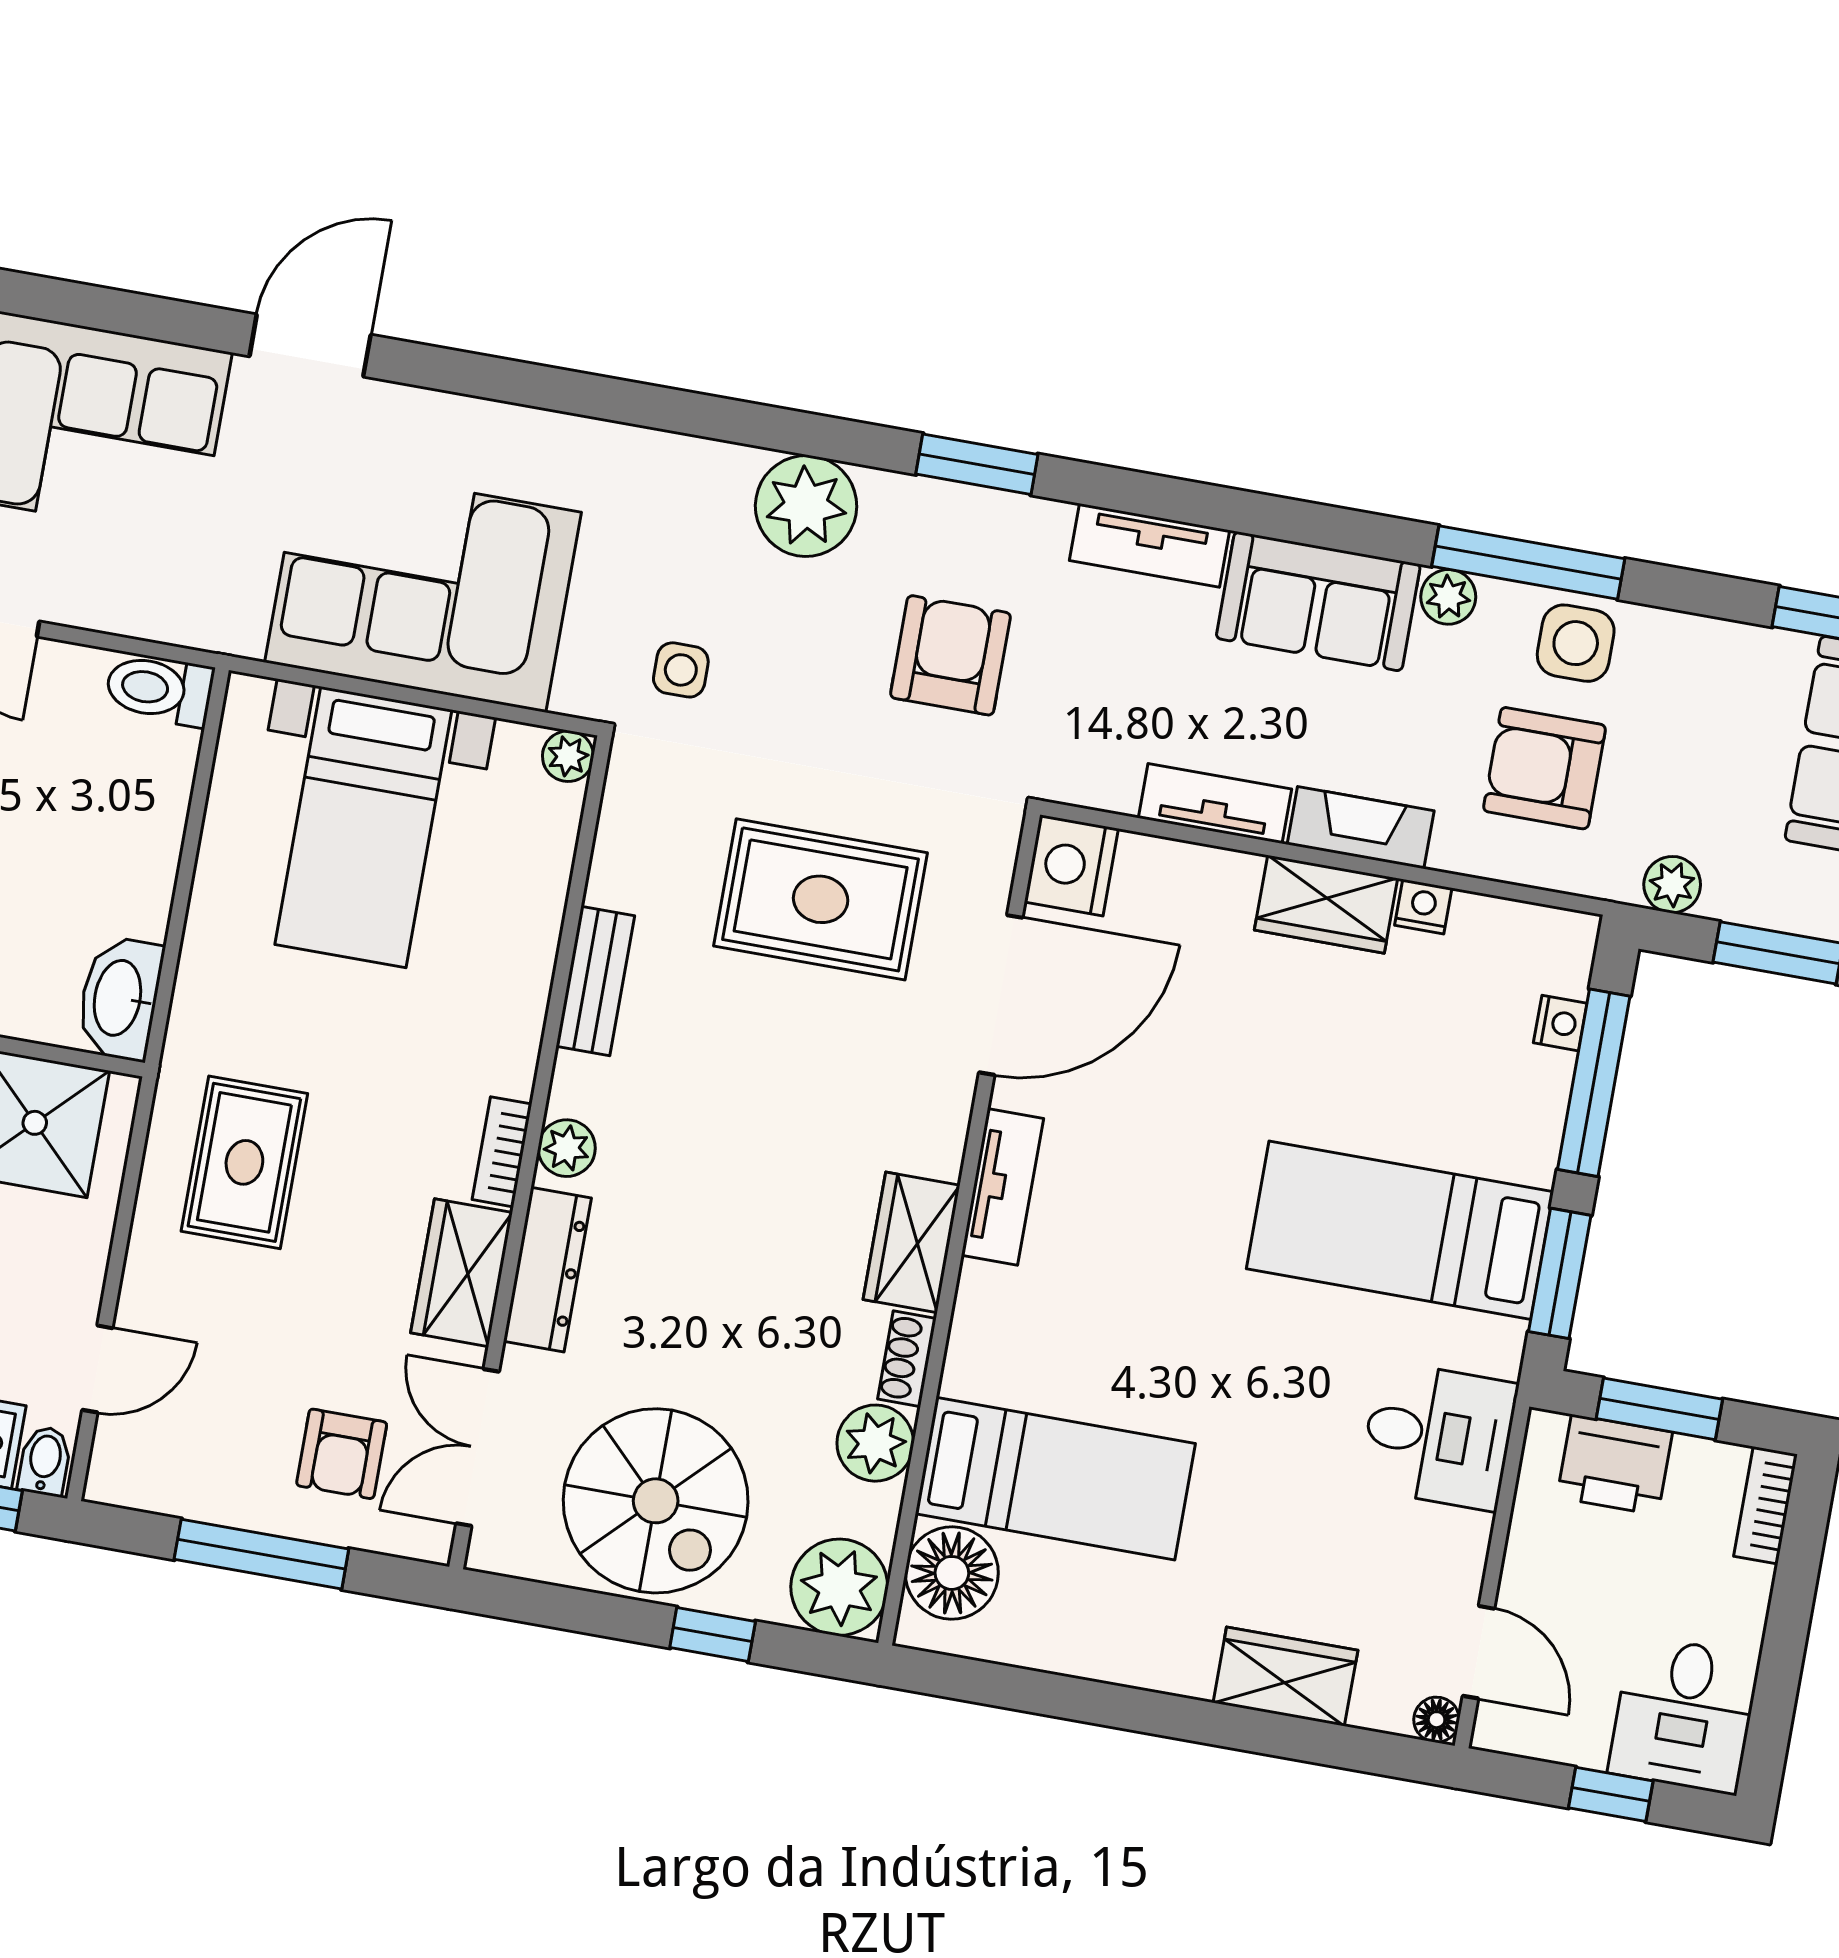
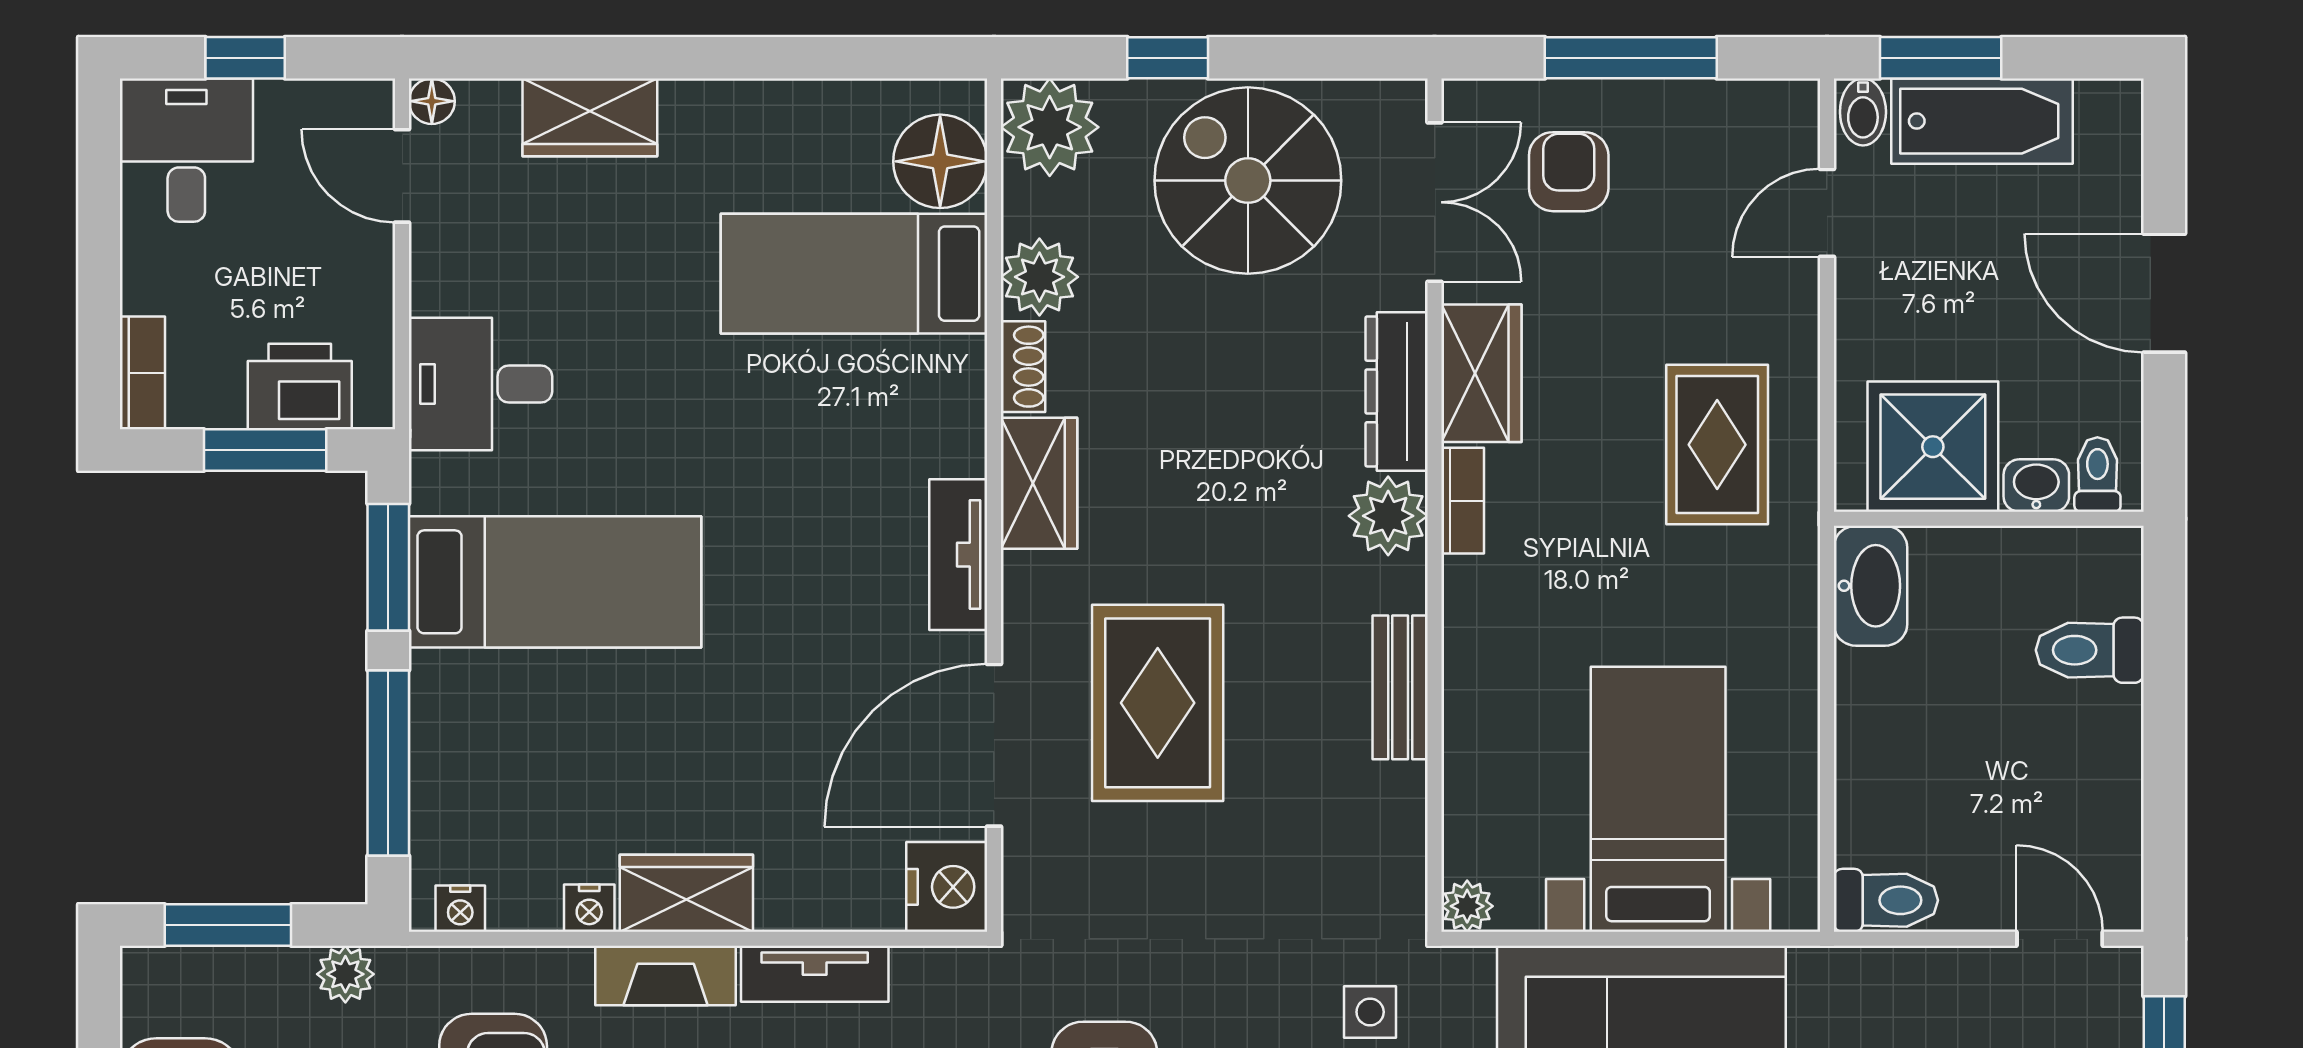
rug: (821, 899) -> (1158, 703), moved, turned 90
nightstand: (1560, 1023) -> (460, 909), moved, turned -90
plant: (567, 1148) -> (1388, 516), width x1.38, depth x1.38

